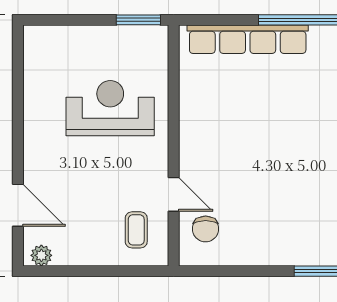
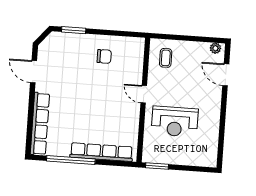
door: (174, 194) -> (144, 94), moved
chair: (206, 229) -> (104, 56), moved, turned 90

